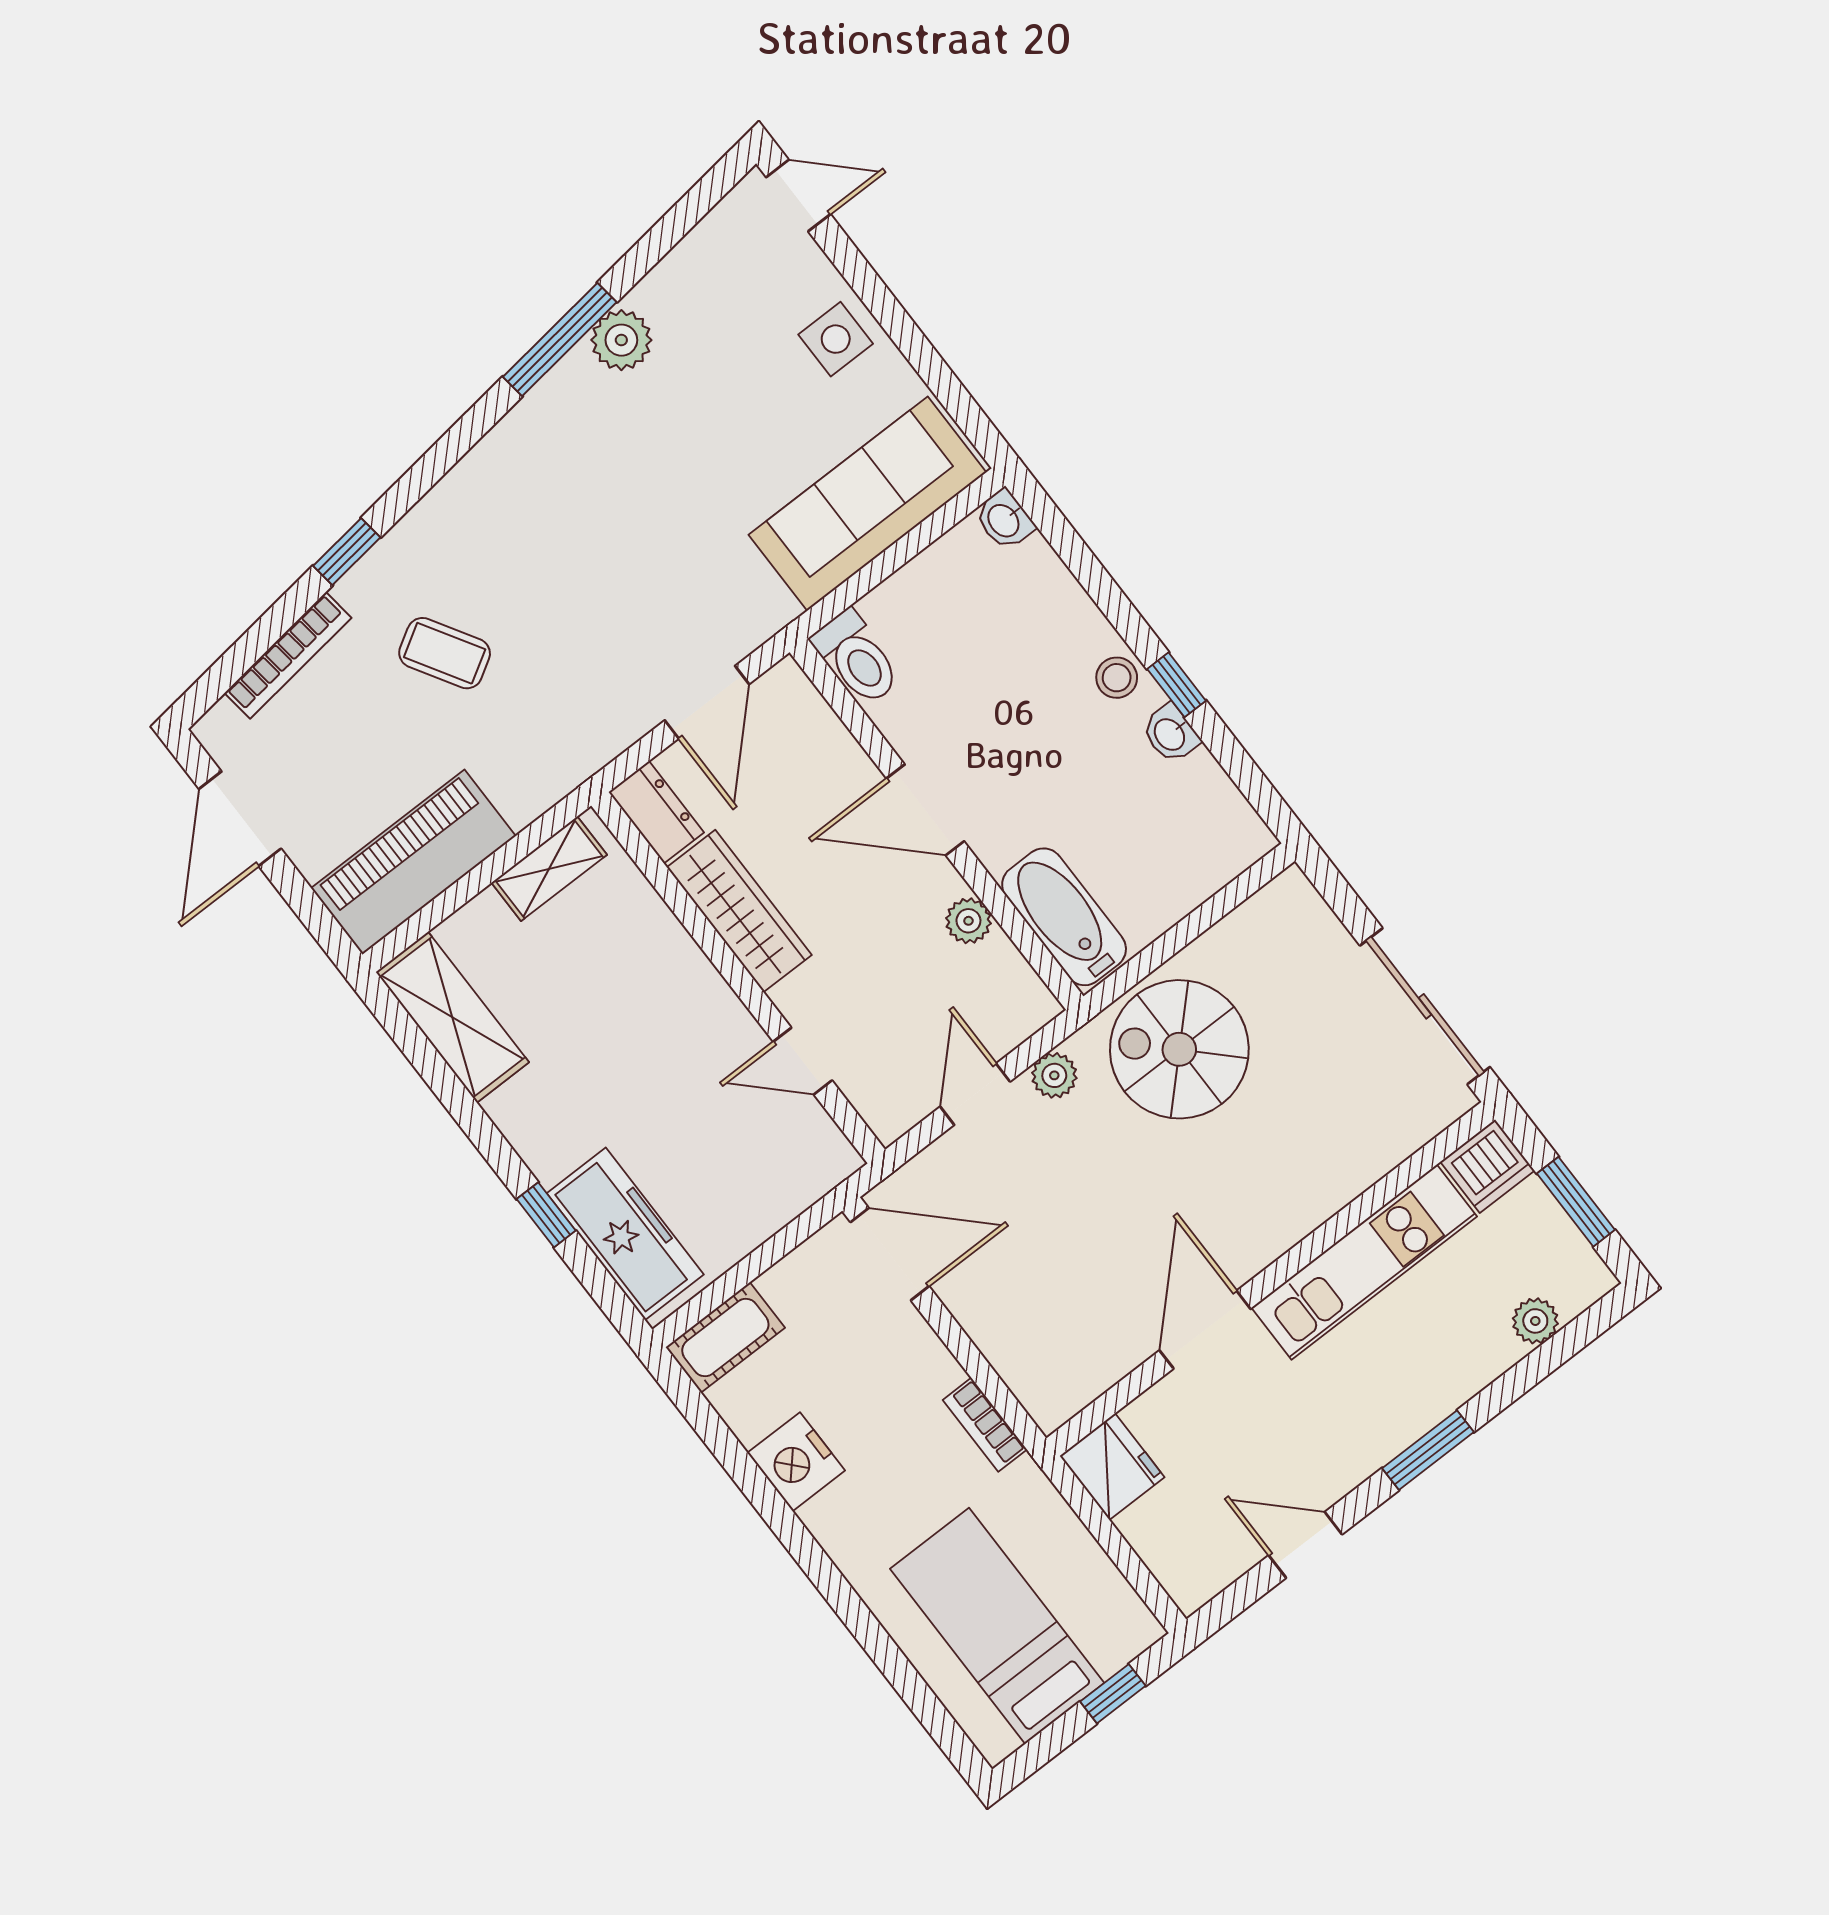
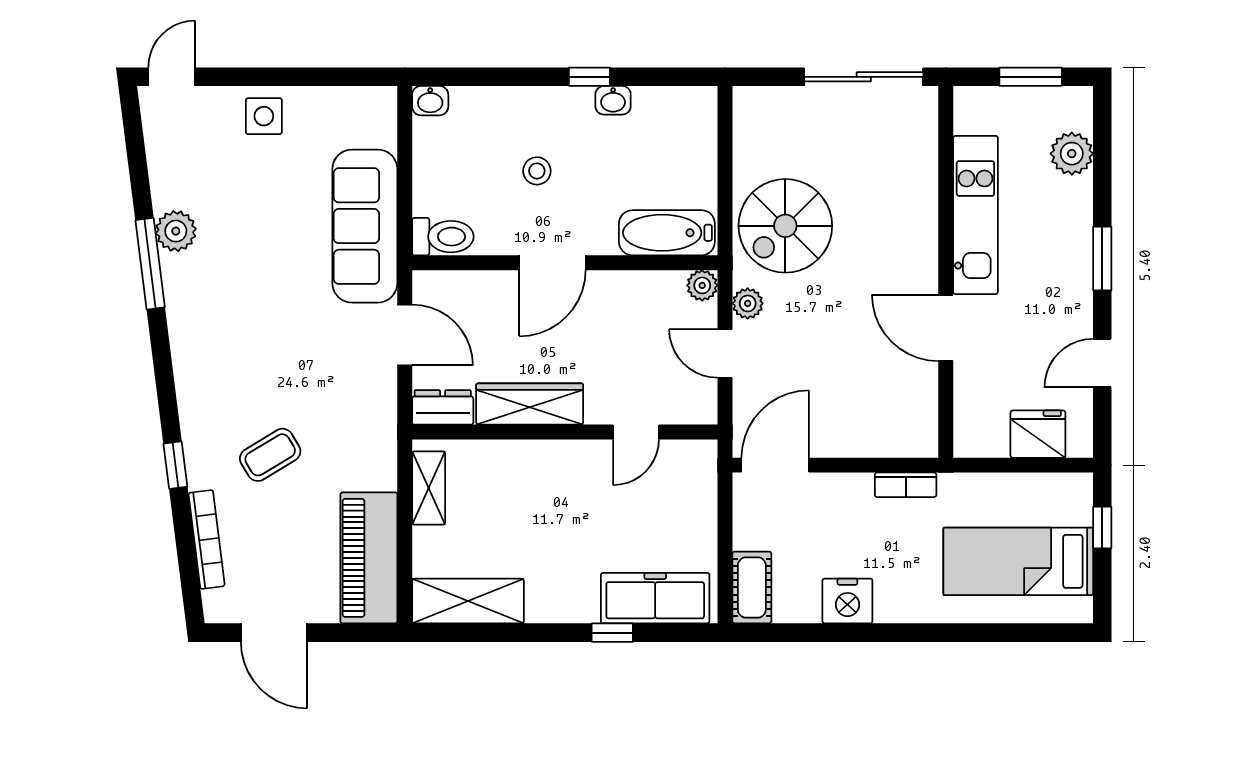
sofa: (867, 504) -> (365, 226), moved
stool: (1117, 678) -> (537, 171), moved
plant: (968, 921) -> (702, 285), moved
dishwasher: (1487, 1166) -> (975, 109), removed
plant: (1535, 1321) -> (1072, 154), width x1.38, depth x1.38
fridge: (1112, 1467) -> (1038, 434), moved

